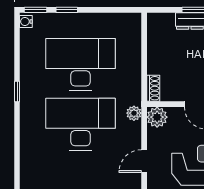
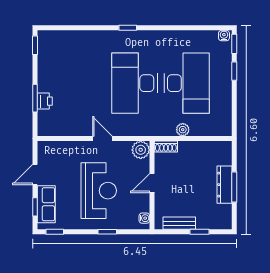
window: (17, 92) -> (128, 28), moved
plant: (134, 113) -> (183, 130), moved
desk: (81, 124) -> (135, 83), turned 180

